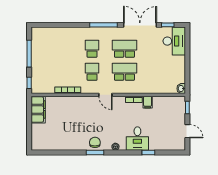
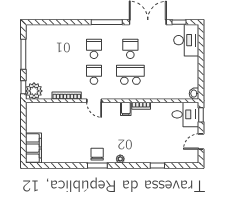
school desk: (124, 49) -> (130, 49), width x0.54
plant: (39, 86) -> (34, 91), added
door: (105, 95) -> (94, 101), moved
filing cabinet: (148, 102) -> (126, 109), moved
filing cabinet: (38, 110) -> (33, 148), moved
door: (187, 131) -> (201, 142), swing flipped
desk: (137, 139) -> (185, 114), moved, turned -90

